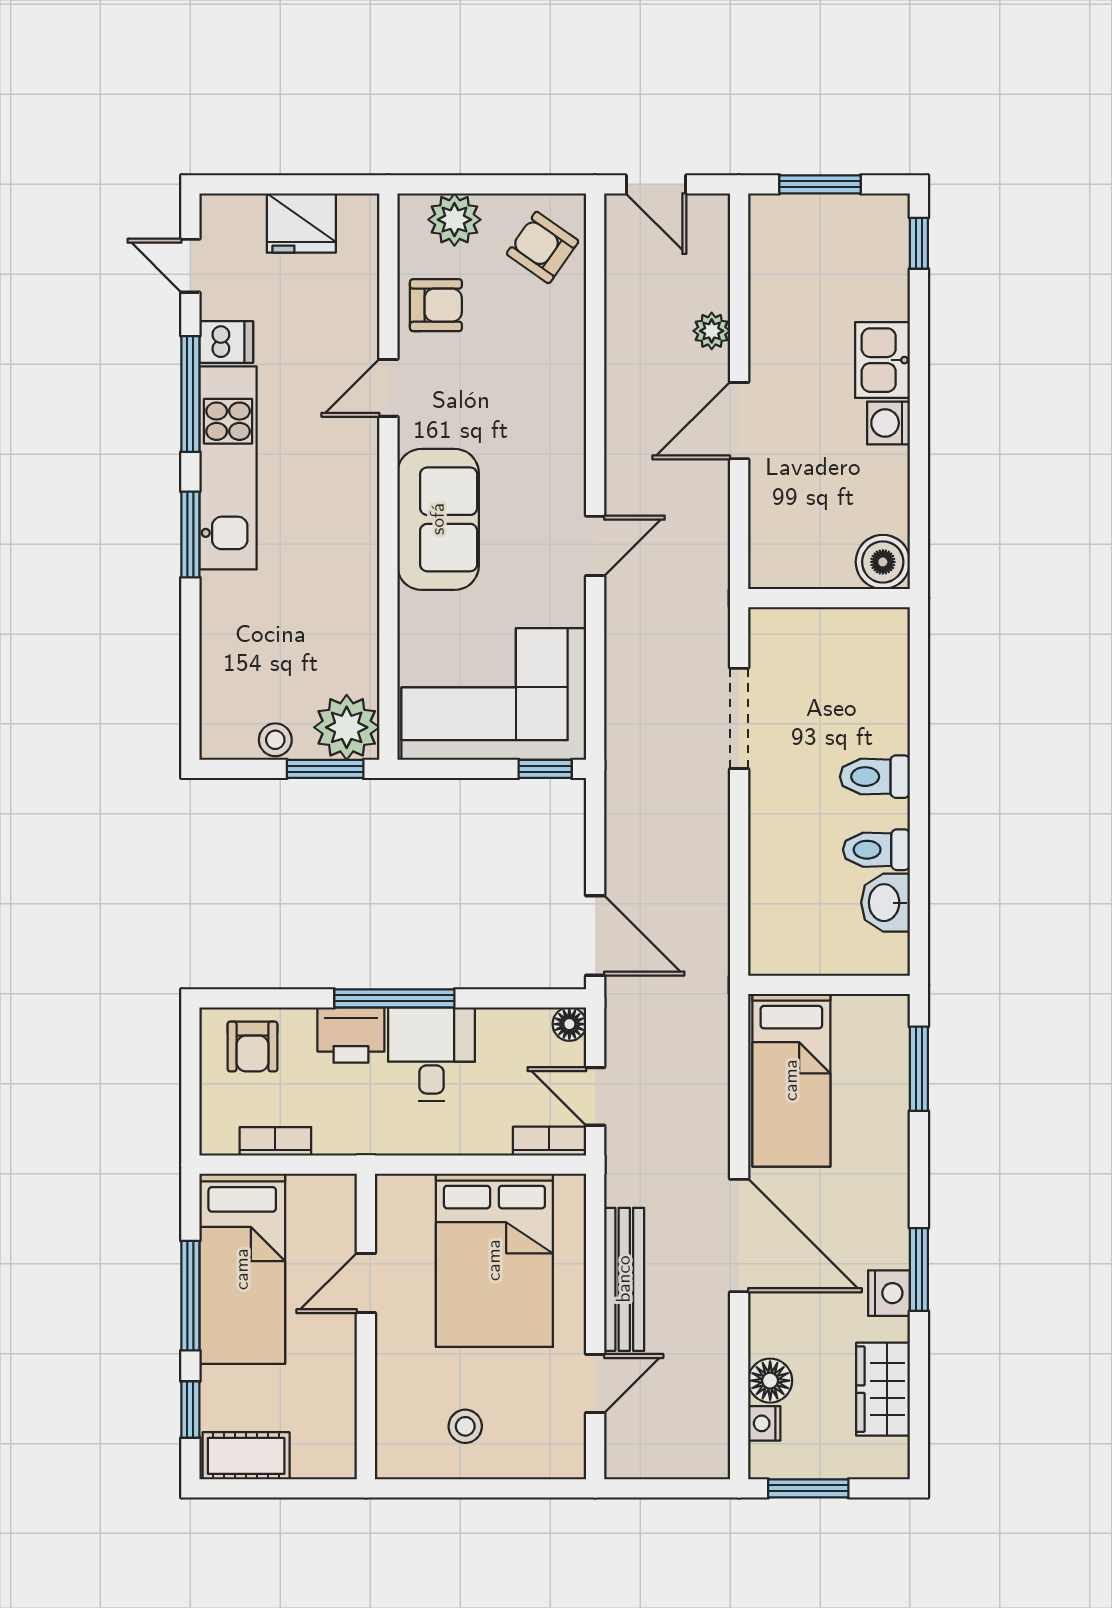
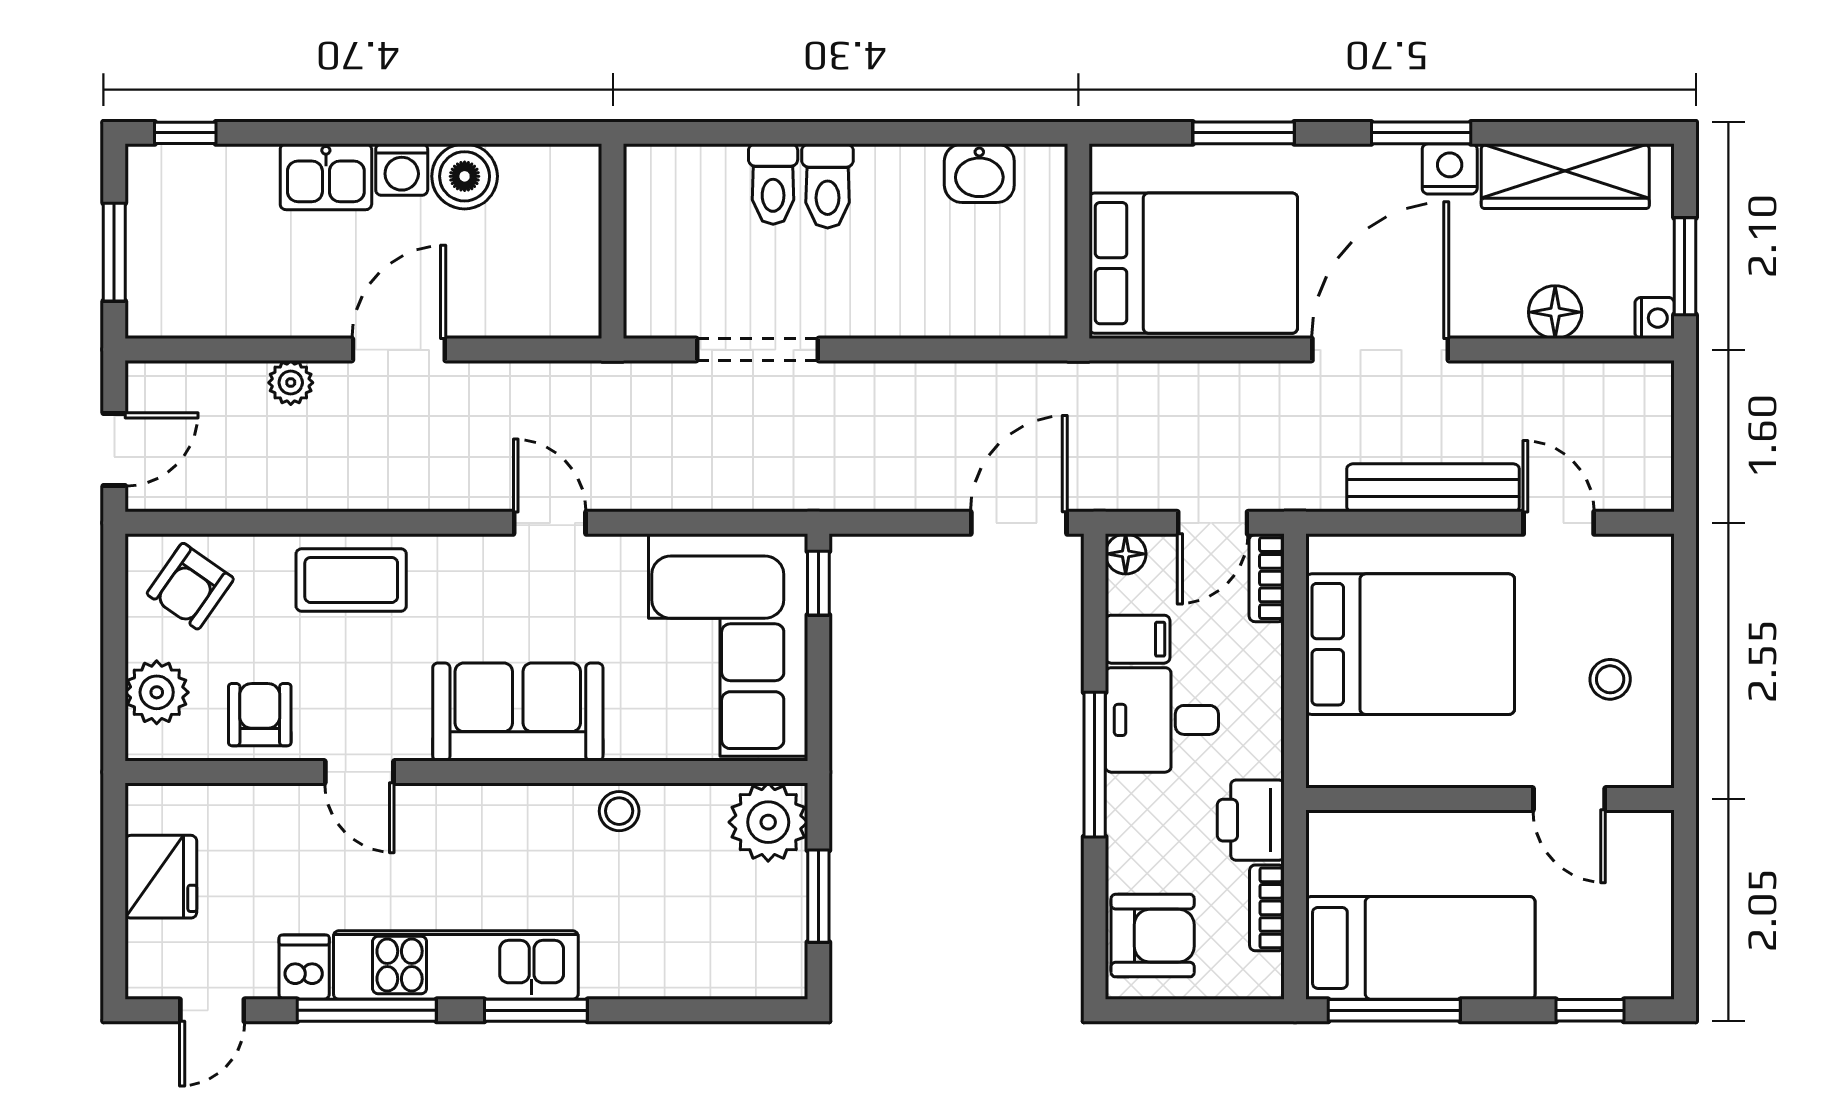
coffee table: (548, 381) -> (351, 580), added
door: (739, 421) -> (399, 350), swing flipped
boiler: (883, 562) -> (465, 176), moved
stool: (275, 740) -> (619, 811), moved
window: (325, 769) -> (818, 896), moved
toilet: (876, 850) -> (773, 184), moved
filing cabinet: (499, 1034) -> (1138, 639), added
printer: (351, 1035) -> (1251, 820), moved, turned 180
armchair: (252, 1046) -> (1153, 936), width x1.38, depth x1.38
window: (919, 1069) -> (1244, 133), moved
bed: (791, 1080) -> (1193, 263), width x1.50
door: (366, 1283) -> (1569, 799), moved
window: (190, 1296) -> (1394, 1010), moved
wardrobe: (883, 1389) -> (1565, 176), width x1.50
nightstand: (764, 1423) -> (1655, 318), moved, turned -90
cot: (246, 1456) -> (1646, 943), removed

